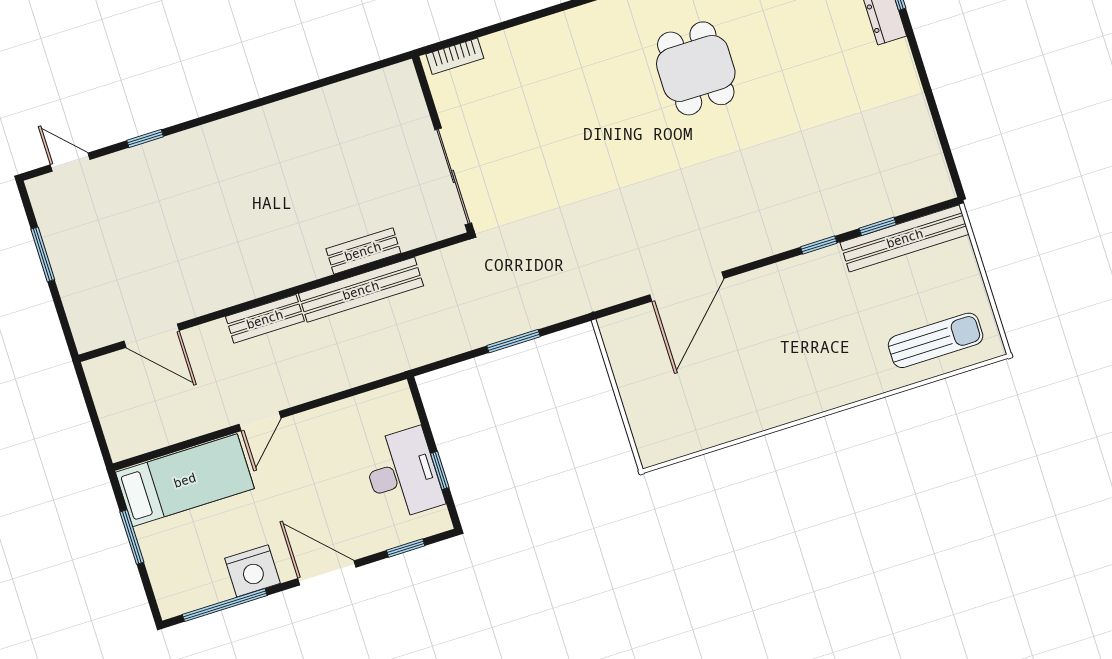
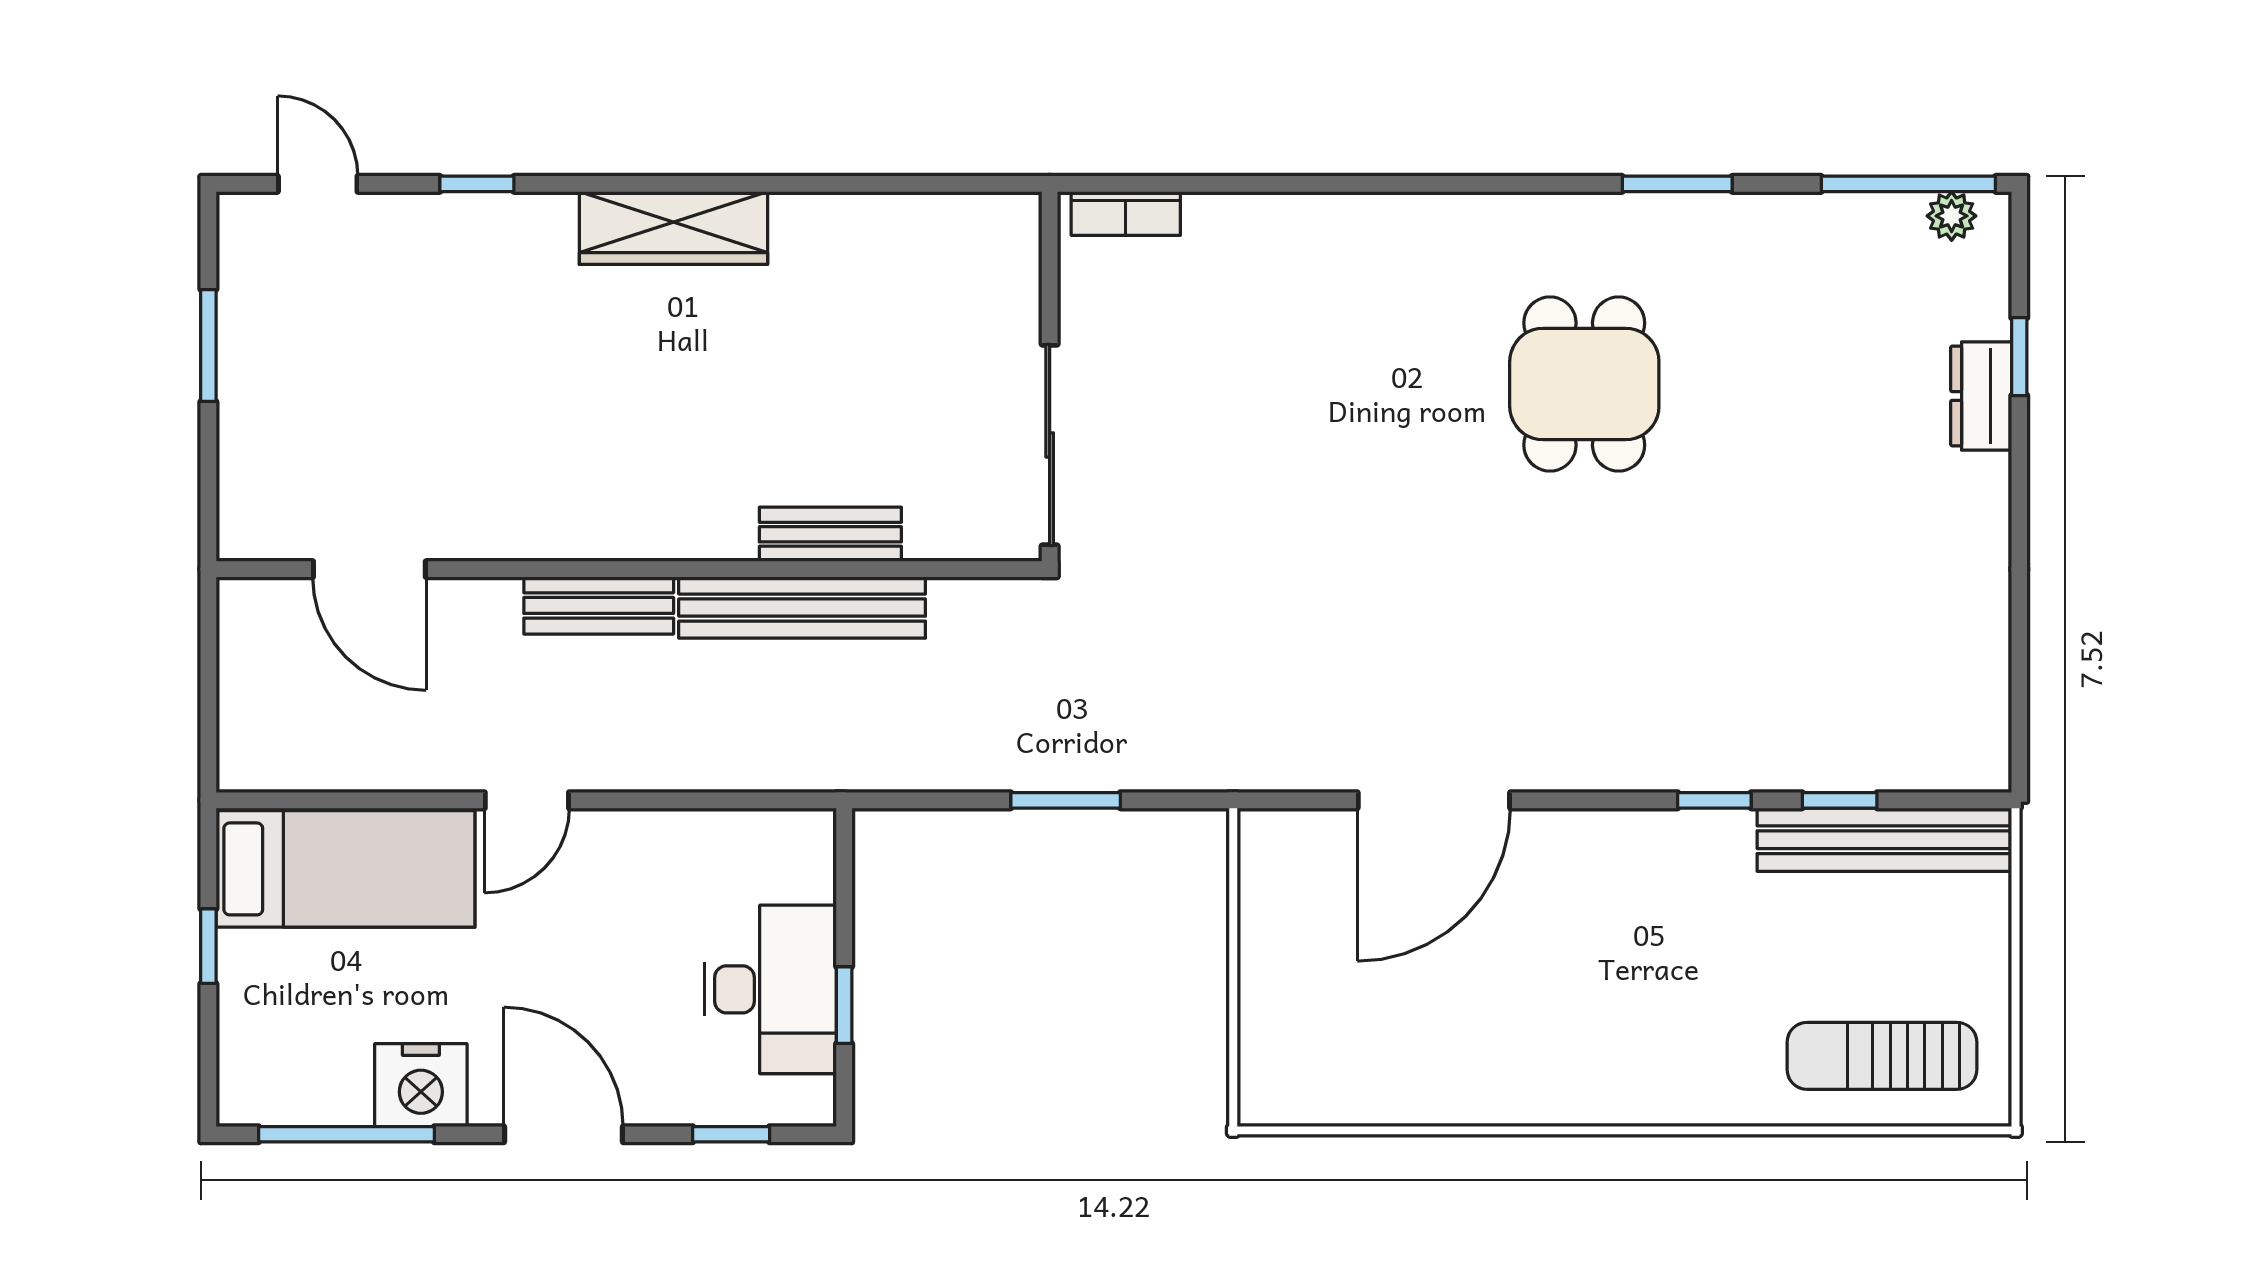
wardrobe: (244, 130) -> (673, 228), added
sun lounger: (936, 340) -> (1882, 1056), turned 180
window: (132, 537) -> (208, 946), width x0.67

